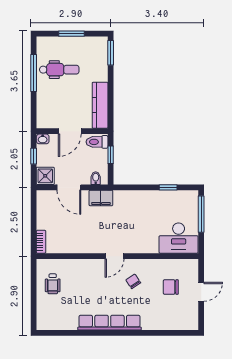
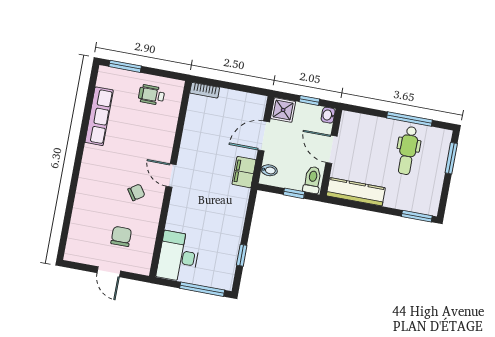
window: (72, 34) -> (451, 158), moved
window: (34, 309) -> (125, 66), added
row of seats: (109, 323) -> (99, 116), moved, width x0.73

